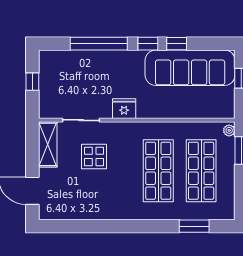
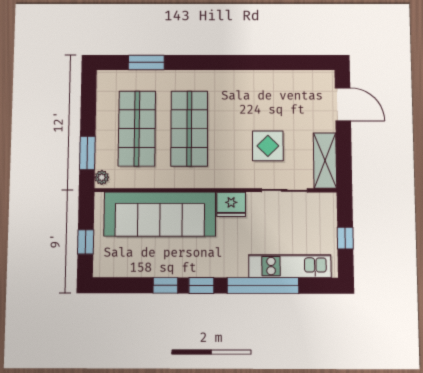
kitchen unit: (77, 59) -> (290, 266), added
sofa: (190, 68) -> (160, 214), moved, turned 180

